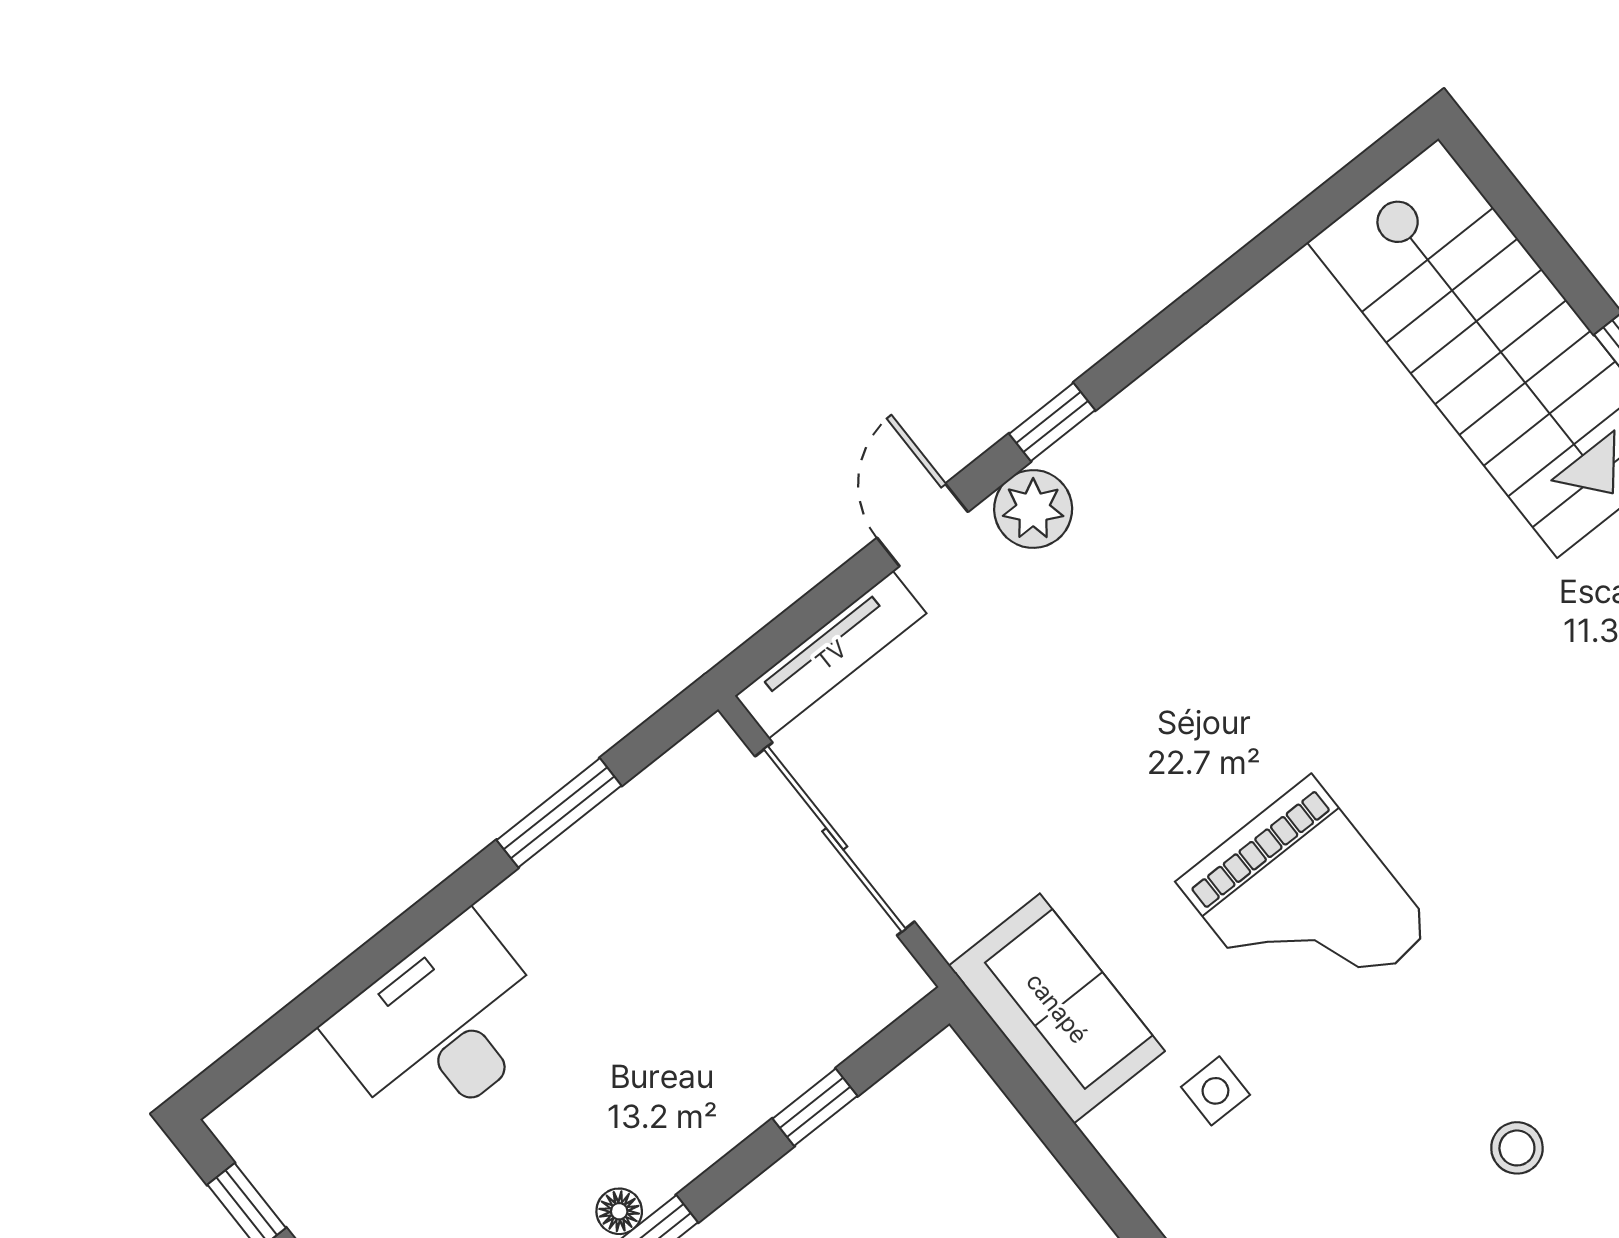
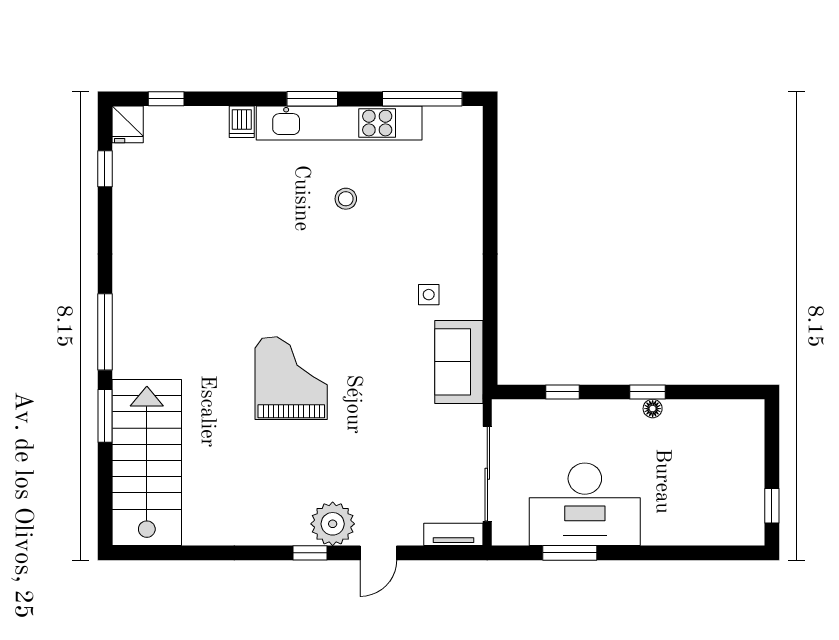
plant: (1033, 509) -> (333, 524), width x1.36, depth x1.36
tv unit: (831, 655) -> (453, 534), width x0.71
grand piano: (1306, 906) -> (291, 378), moved
desk: (442, 1027) -> (585, 504), moved, width x1.36, depth x1.30

